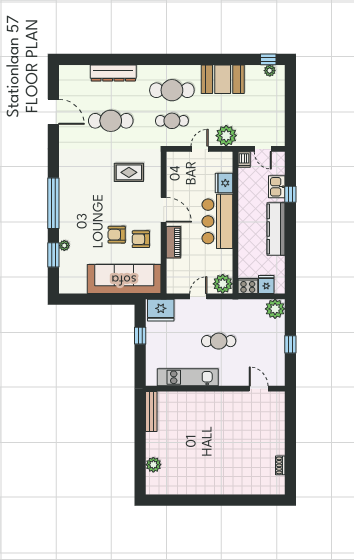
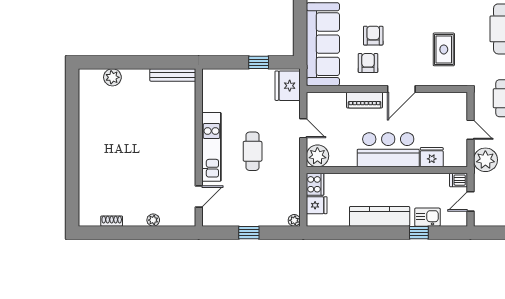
plant: (275, 309) -> (294, 220), width x0.53, depth x0.53
kitchen unit: (188, 377) -> (212, 147), moved
plant: (279, 429) -> (153, 220), added

